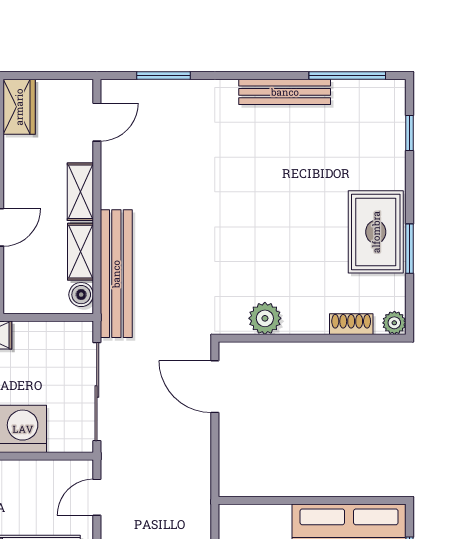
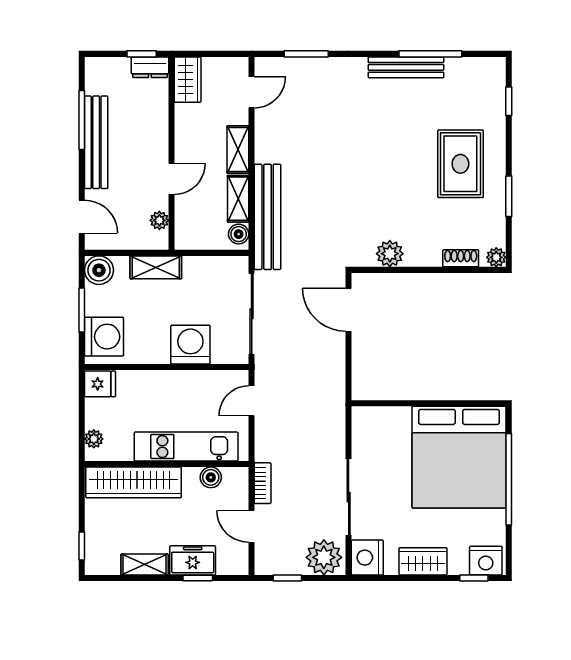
window: (347, 76) -> (430, 54), moved
rug: (376, 232) -> (460, 164), moved

